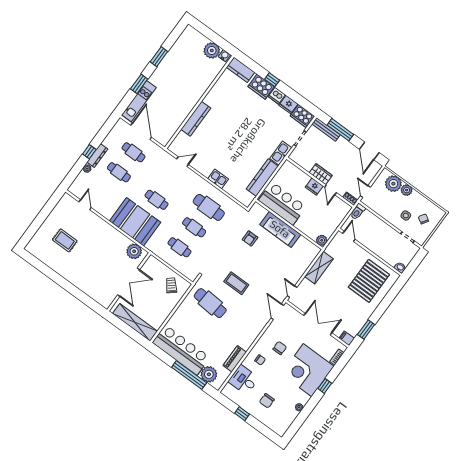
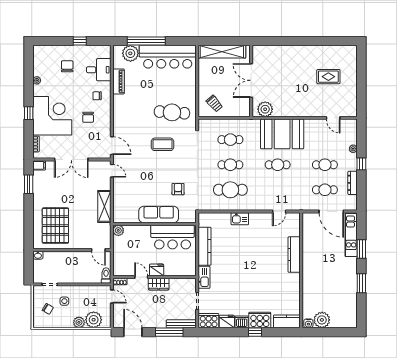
dresser: (97, 156) -> (353, 183), moved

